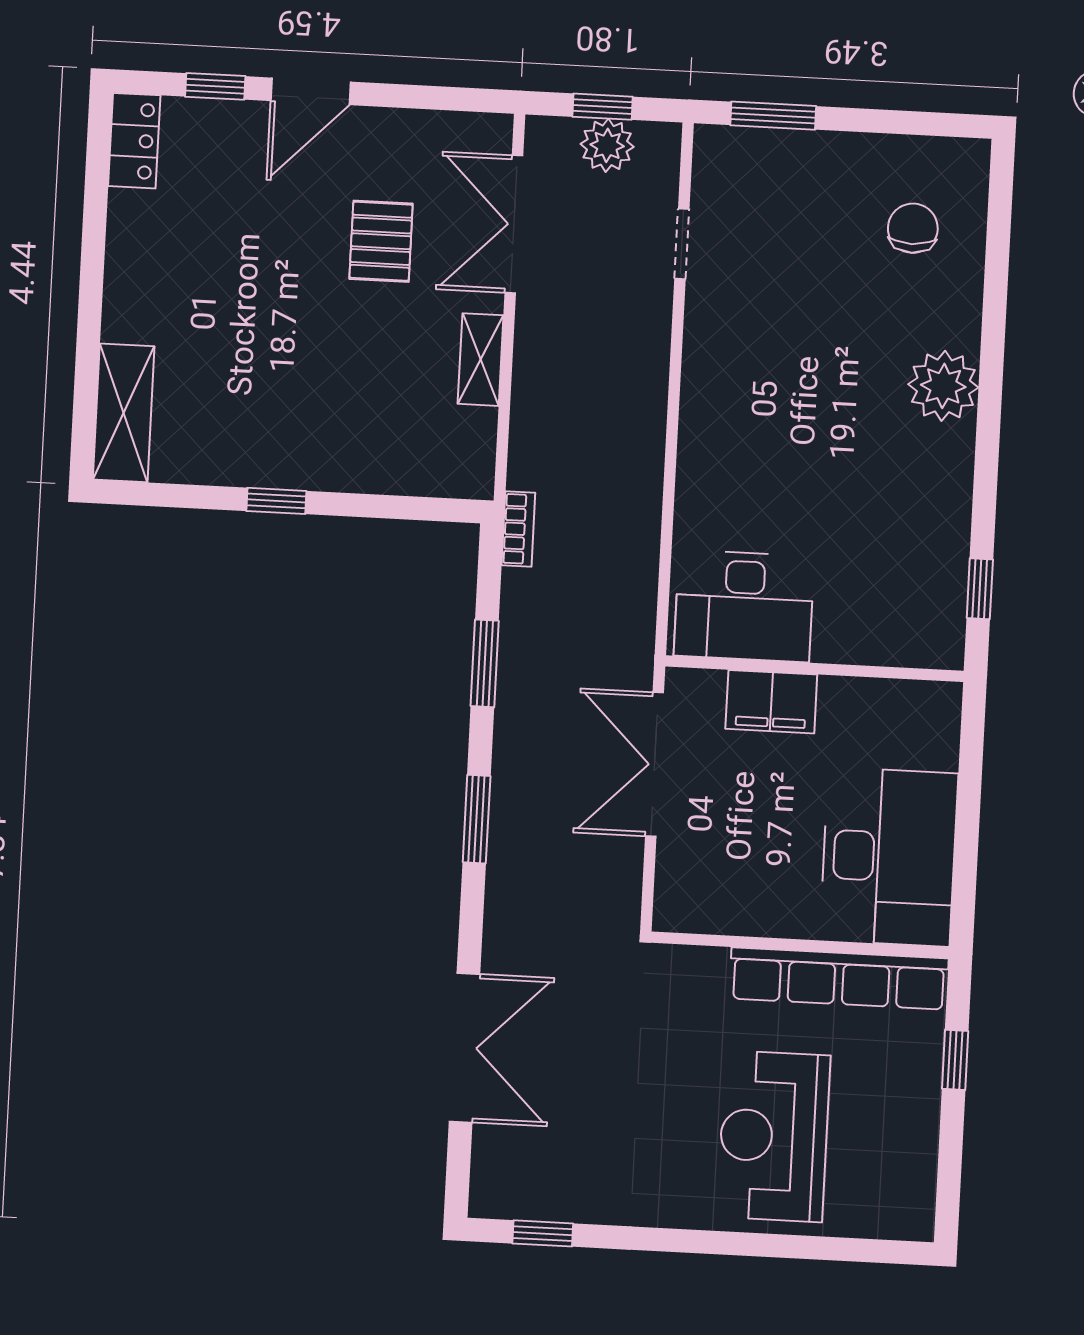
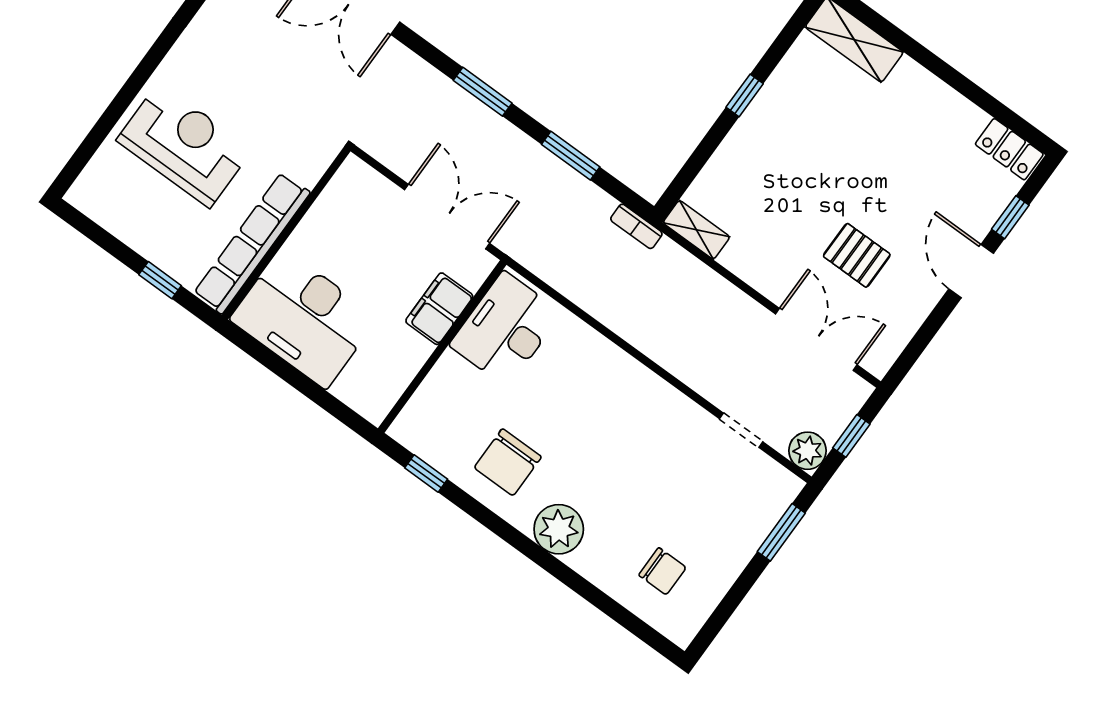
plant: (607, 145) -> (808, 451), moved
shelving: (481, 360) -> (696, 230), moved
chair: (903, 499) -> (508, 462), added

